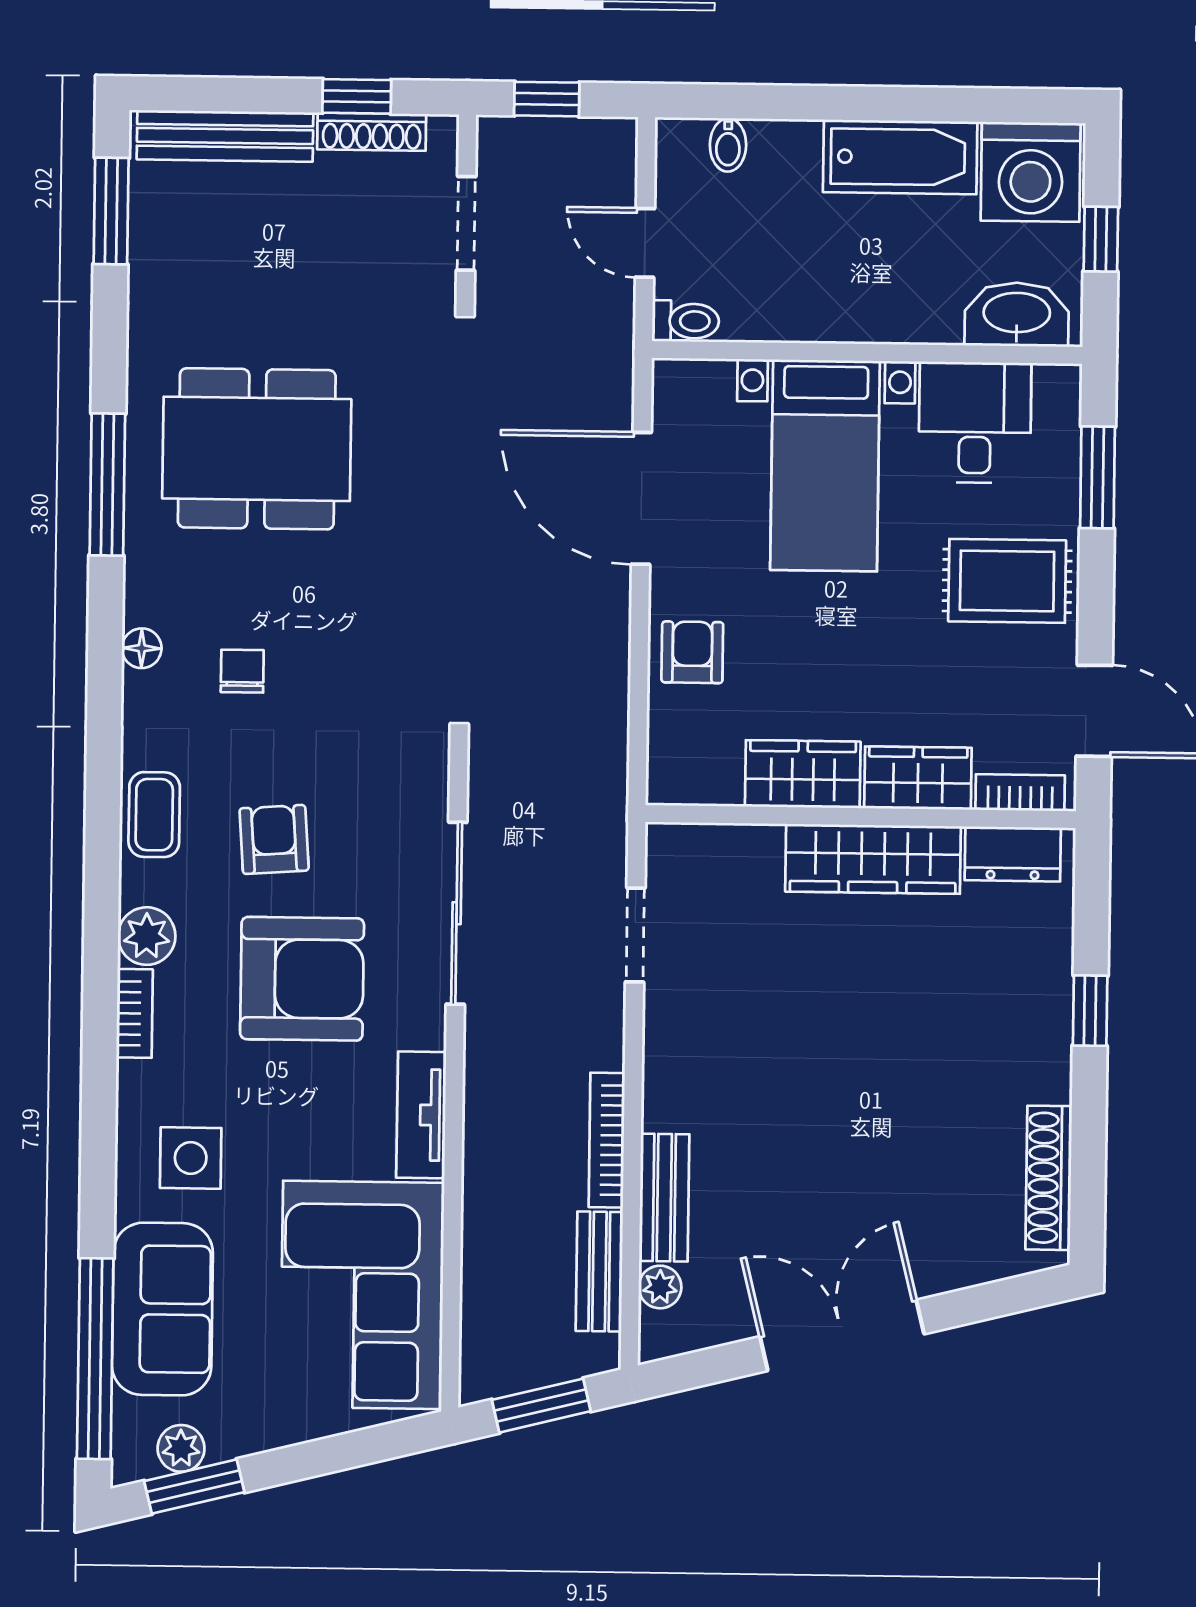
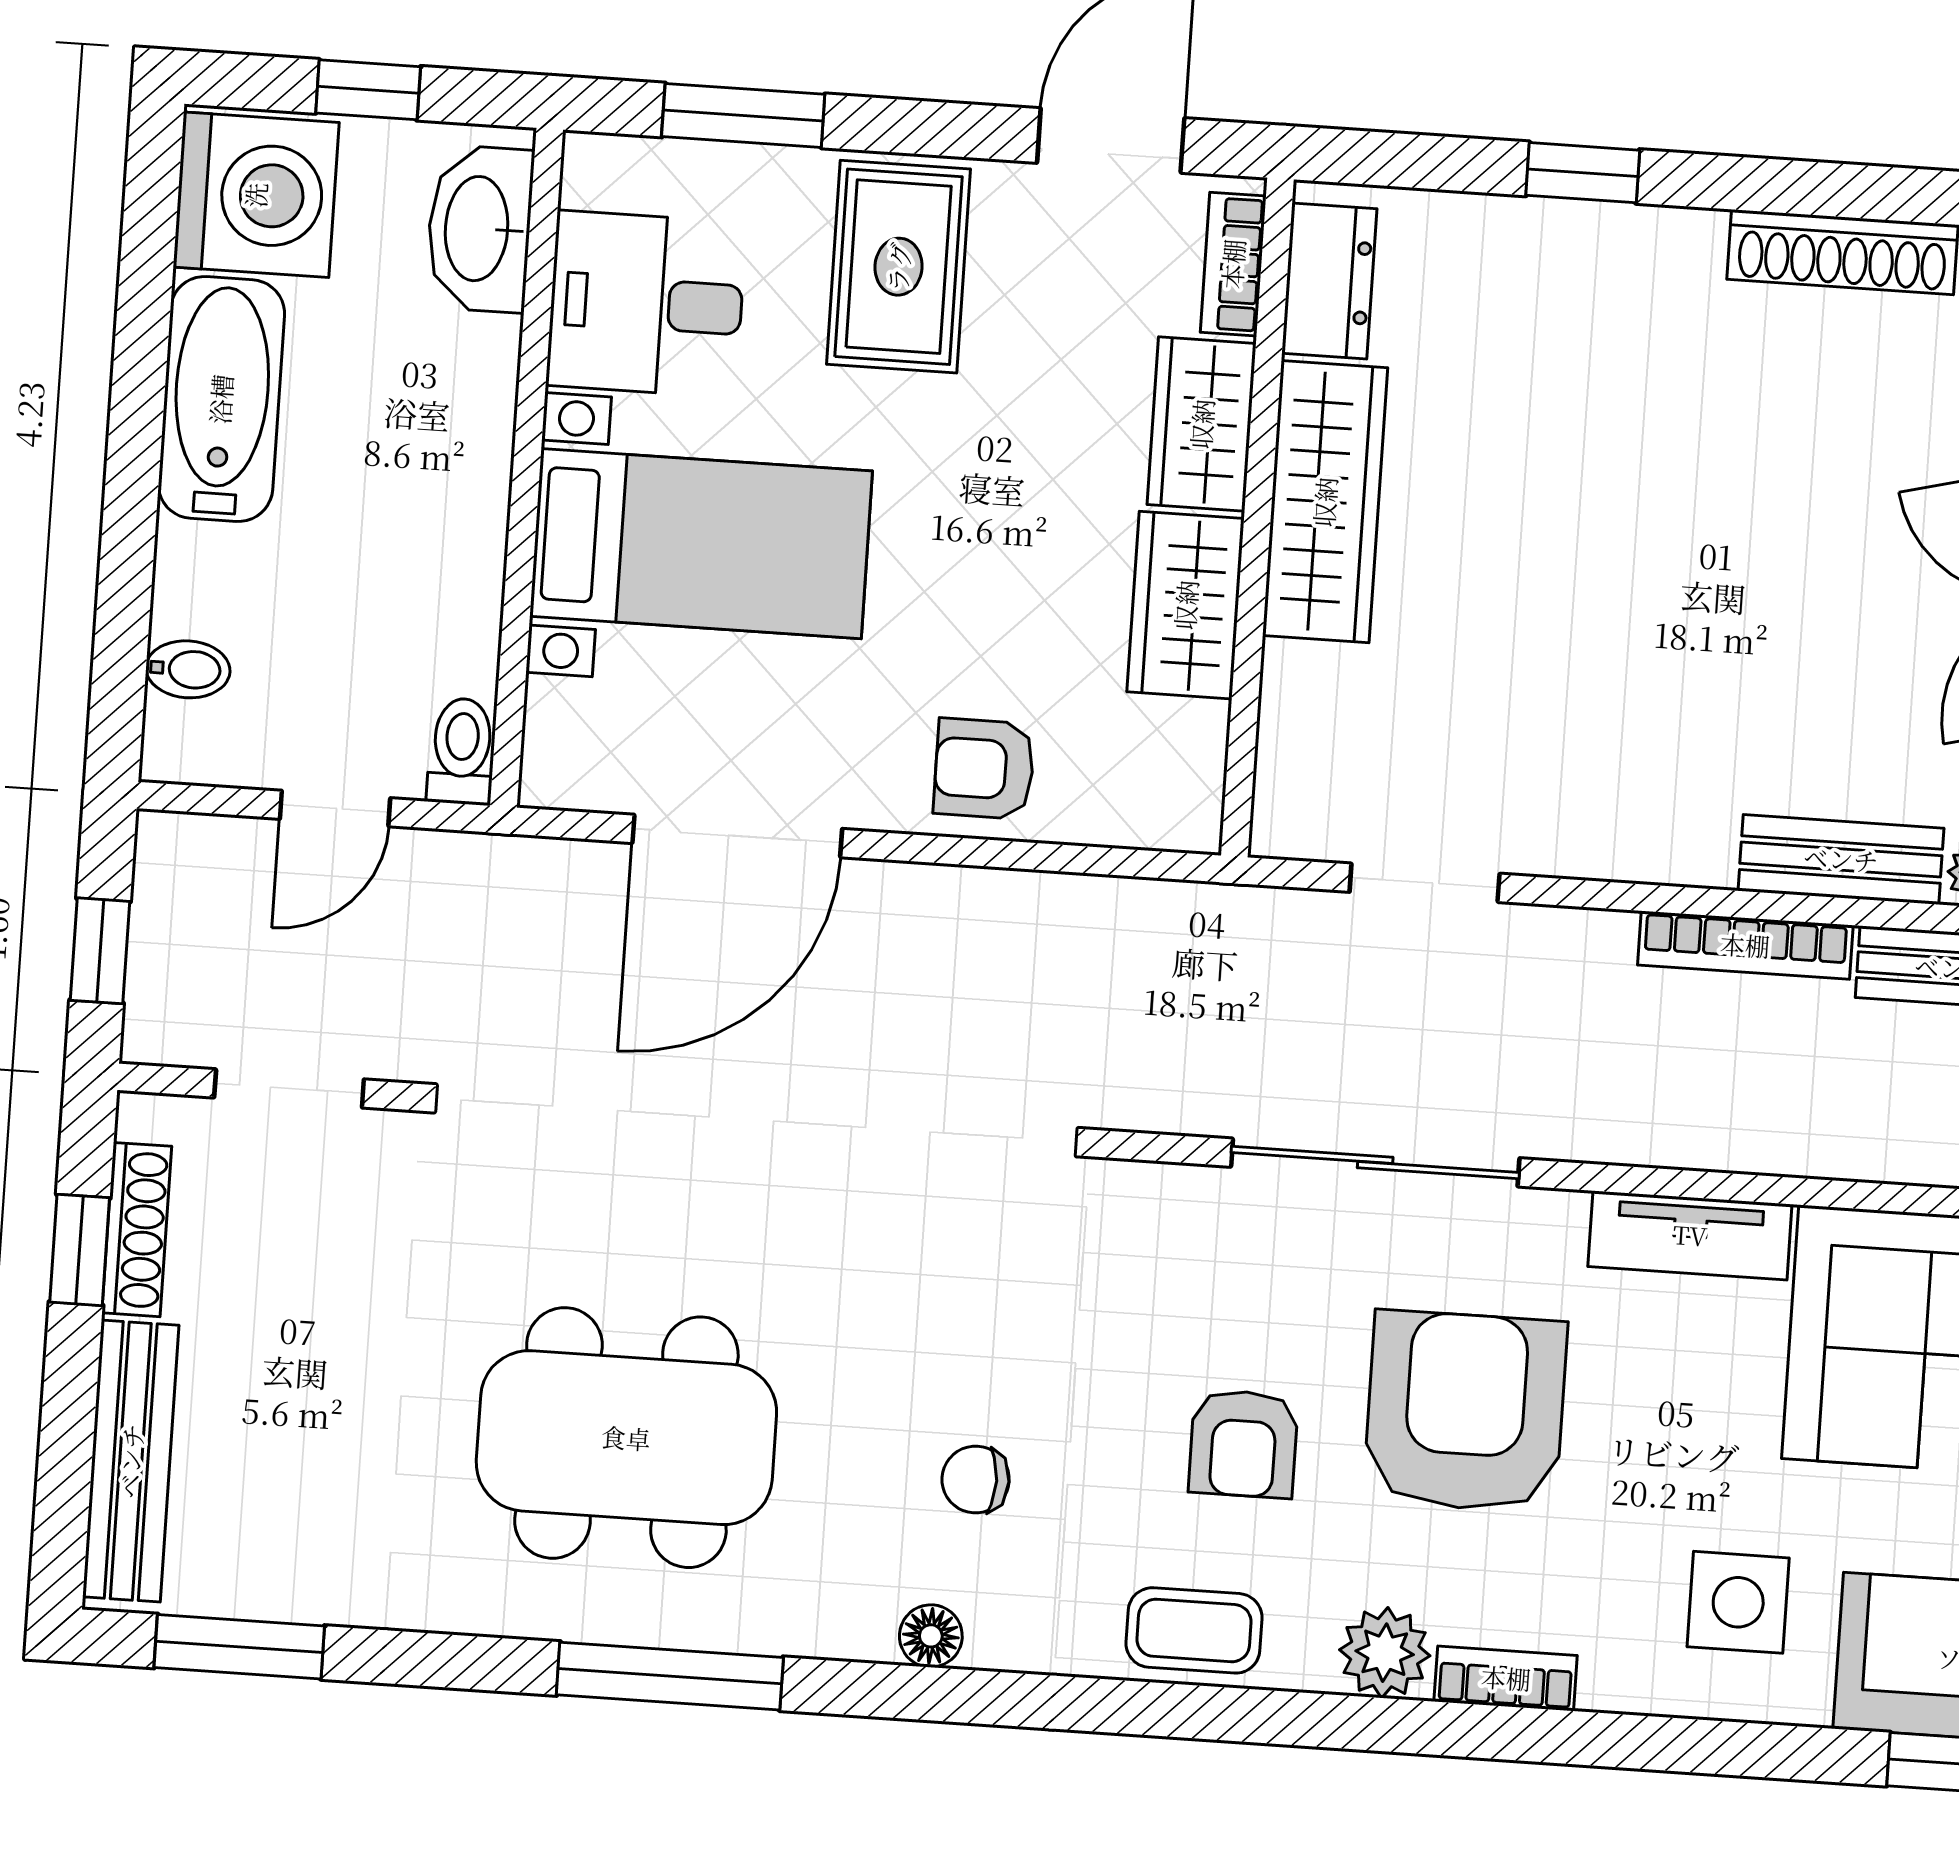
dining table: (257, 449) -> (626, 1438), turned 90
armchair: (274, 839) -> (1243, 1444), turned -86

